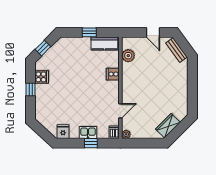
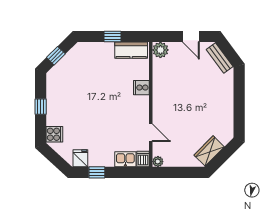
plant: (128, 56) -> (160, 50), moved
cooker: (42, 77) -> (54, 134), moved
door: (120, 111) -> (151, 133), hinge flipped
kitchen sink: (88, 133) -> (125, 159), moved
window: (91, 143) -> (97, 172), moved

